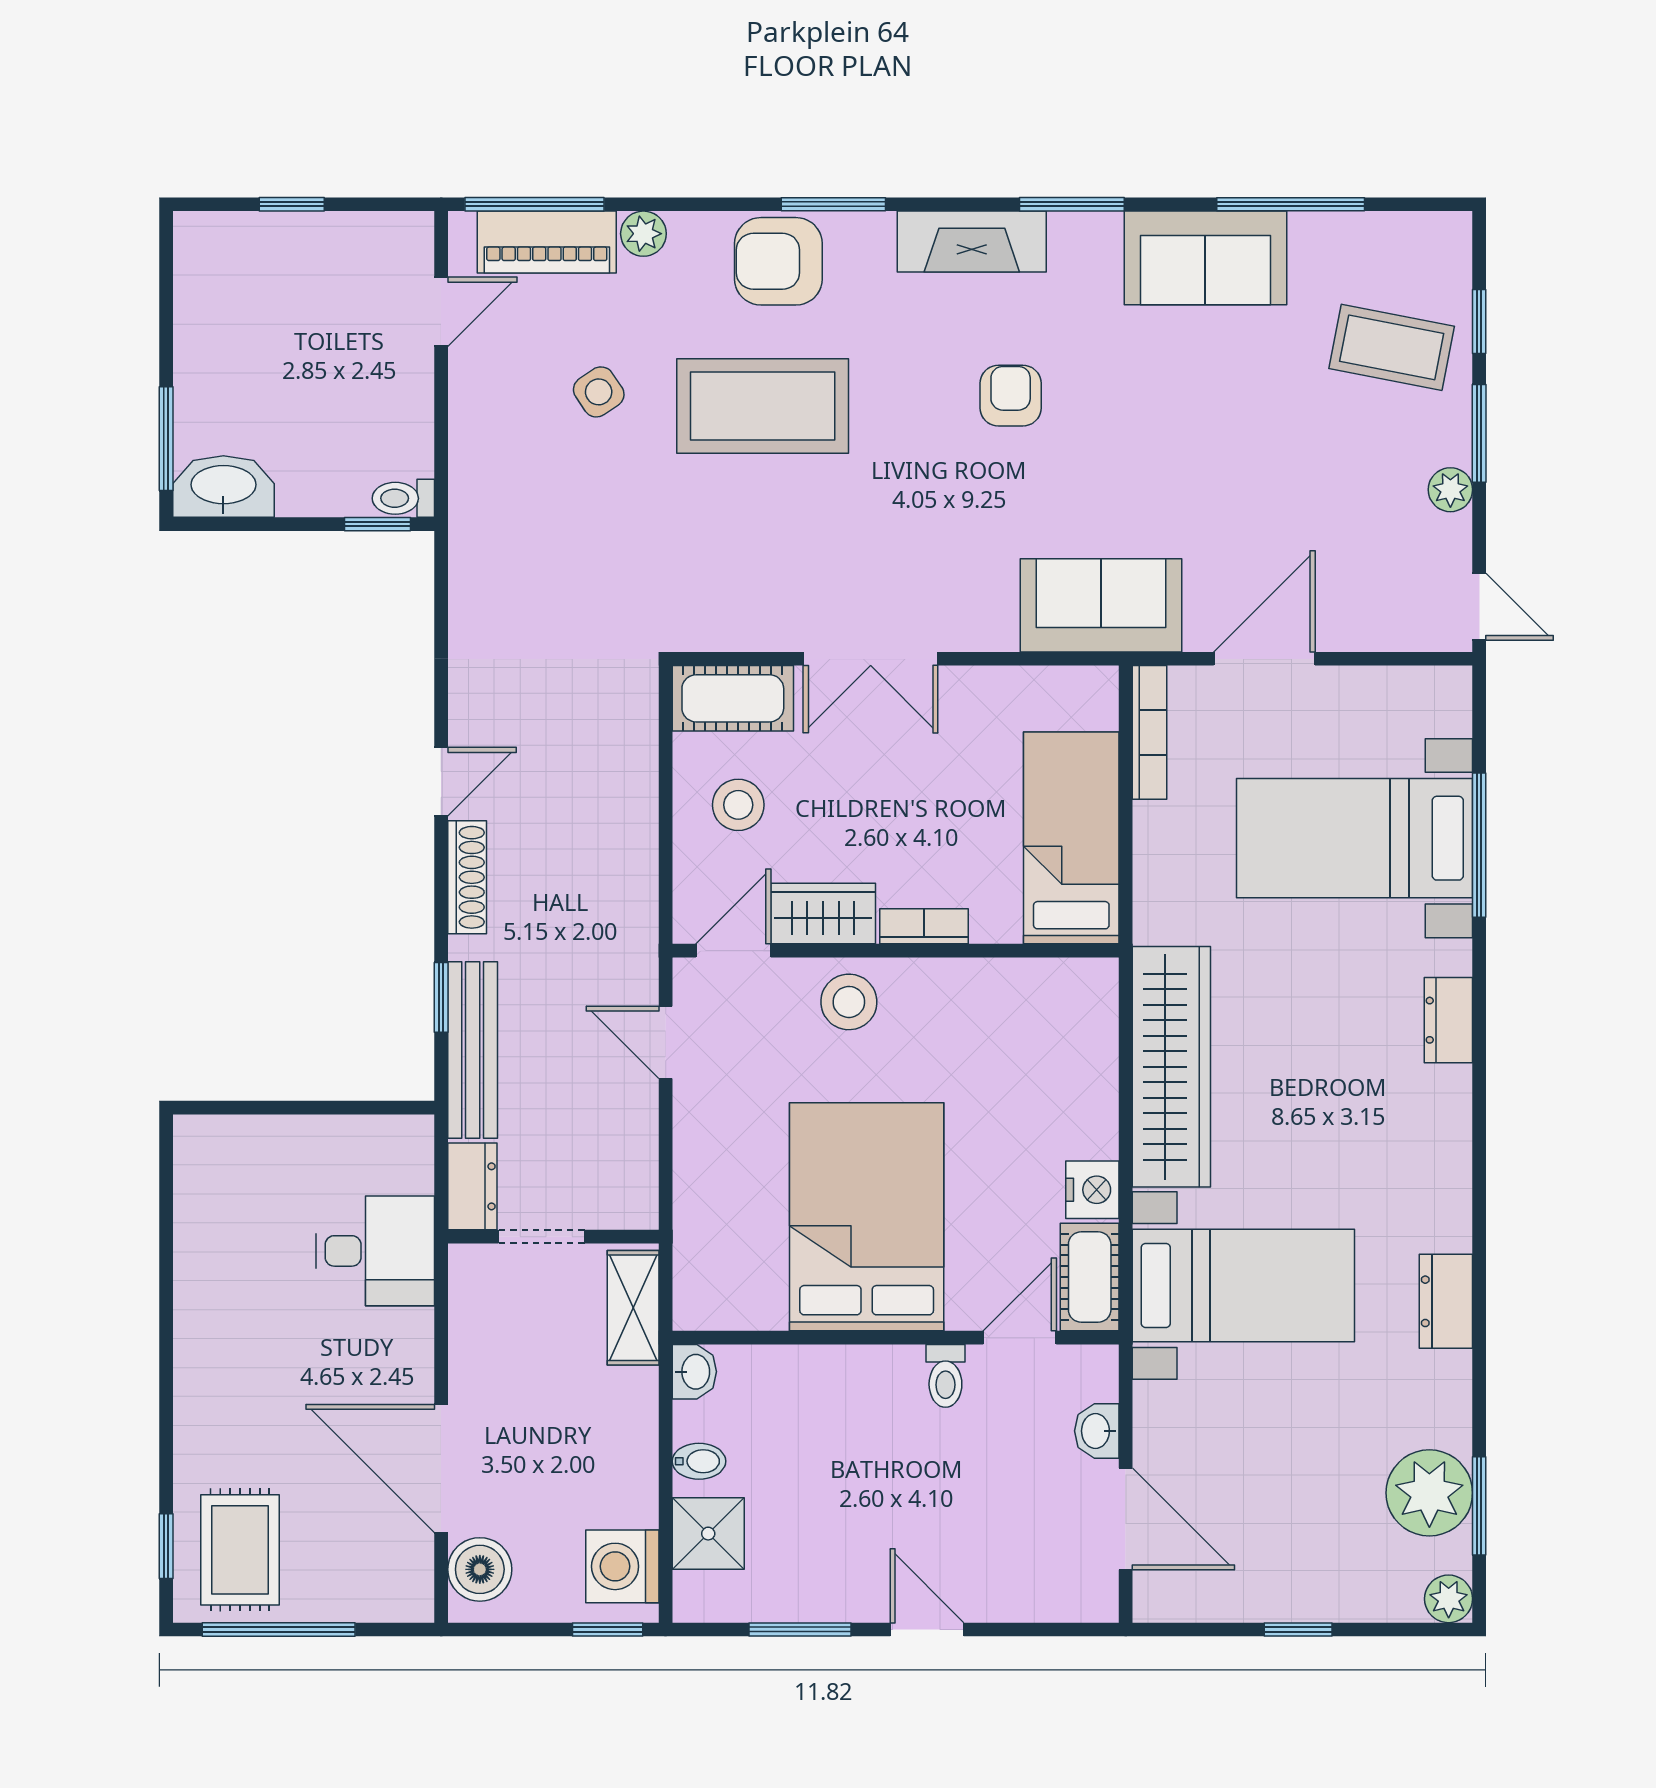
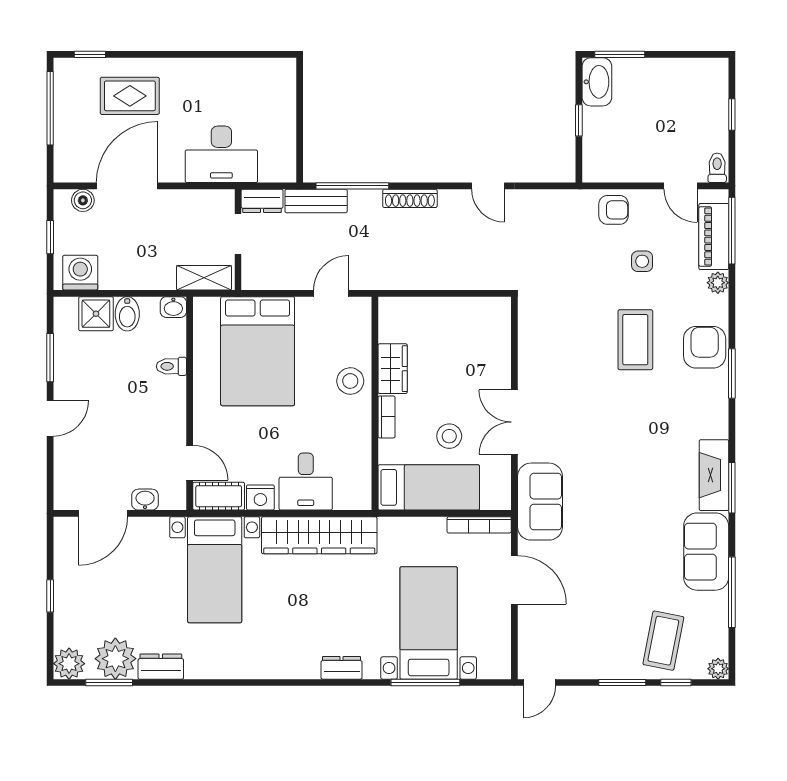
fireplace: (972, 242) -> (714, 475), moved
side table: (599, 392) -> (642, 261), turned 34
armchair: (1011, 396) -> (614, 210), moved
coffee table: (763, 406) -> (635, 340), width x0.73, depth x0.76
plant: (1450, 490) -> (718, 669), moved
toilet: (403, 498) -> (717, 168), moved
window: (377, 524) -> (579, 120), moved
double door: (871, 659) -> (514, 422), moved
cot: (733, 698) -> (495, 325), removed
door: (441, 782) -> (488, 186), moved
stool: (738, 805) -> (449, 436), moved
door: (733, 951) -> (375, 326), removed
window: (441, 997) -> (352, 186), width x2.17
bench: (473, 1050) -> (316, 201), width x0.73
desk: (1059, 1095) -> (306, 482), added
bed: (867, 1217) -> (258, 351), moved, turned 90
desk: (375, 1251) -> (221, 154), width x1.37
dresser: (1446, 1301) -> (161, 667), moved
toilet: (945, 1376) -> (171, 366), moved
bidet: (699, 1461) -> (127, 314), width x1.38, depth x1.36
rug: (240, 1550) -> (130, 96), moved
boiler: (480, 1569) -> (83, 200), width x0.73, depth x0.73
plant: (1449, 1599) -> (69, 664), width x1.38, depth x1.38
window: (608, 1629) -> (50, 237), moved

